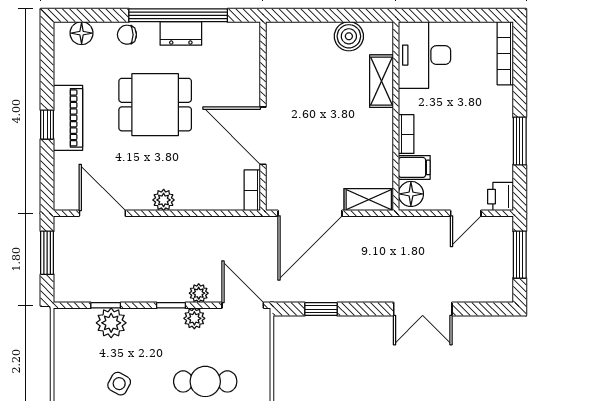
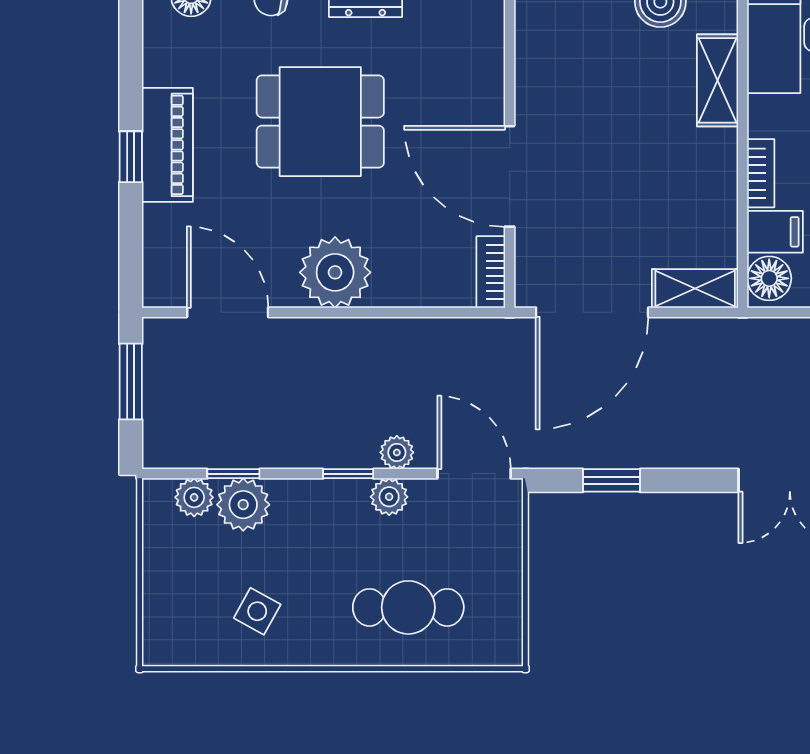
plant: (164, 200) -> (335, 272), width x1.87, depth x1.87
plant: (83, 319) -> (194, 497), added

